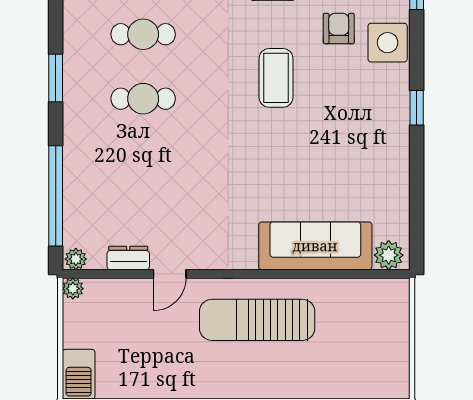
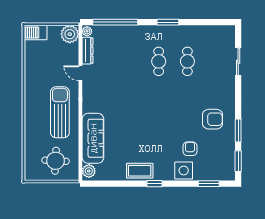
armchair: (339, 29) -> (190, 149), turned -90
coffee table: (276, 78) -> (140, 171), moved
dresser: (128, 258) -> (88, 51), width x1.44
plant: (73, 289) -> (70, 34), width x1.87, depth x1.87
round table: (366, 330) -> (56, 161), added

